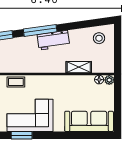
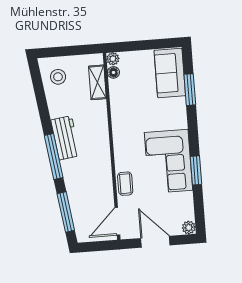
shelving: (79, 67) -> (97, 82), moved
sofa: (89, 121) -> (170, 73), width x0.73
window: (82, 135) -> (190, 90), added

